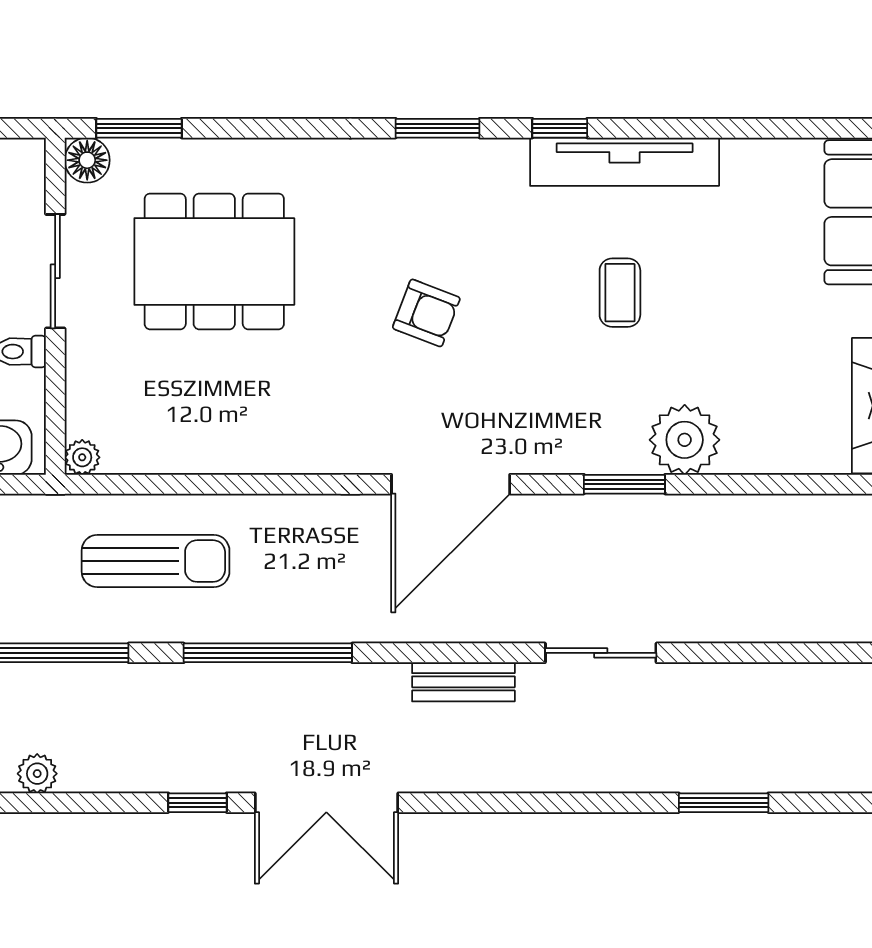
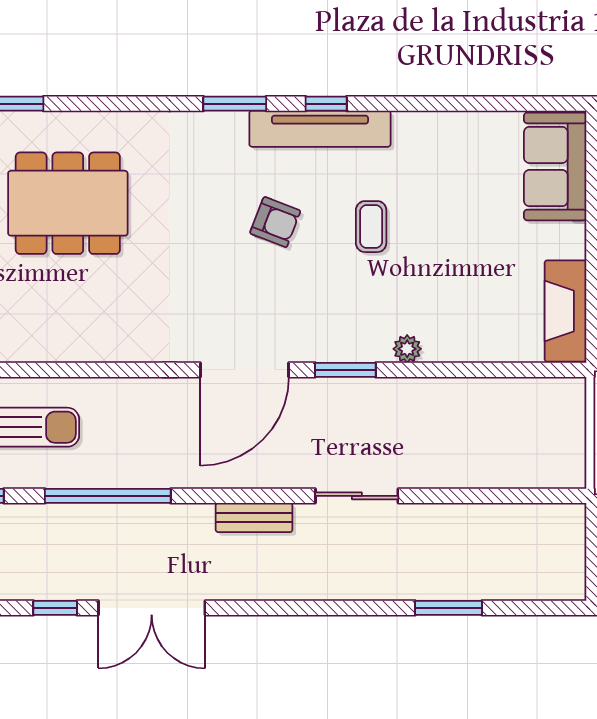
tv unit: (625, 162) -> (320, 129), moved
armchair: (426, 313) -> (275, 222), moved
plant: (685, 440) -> (407, 349), width x0.53, depth x0.53
window: (624, 484) -> (345, 370), moved

